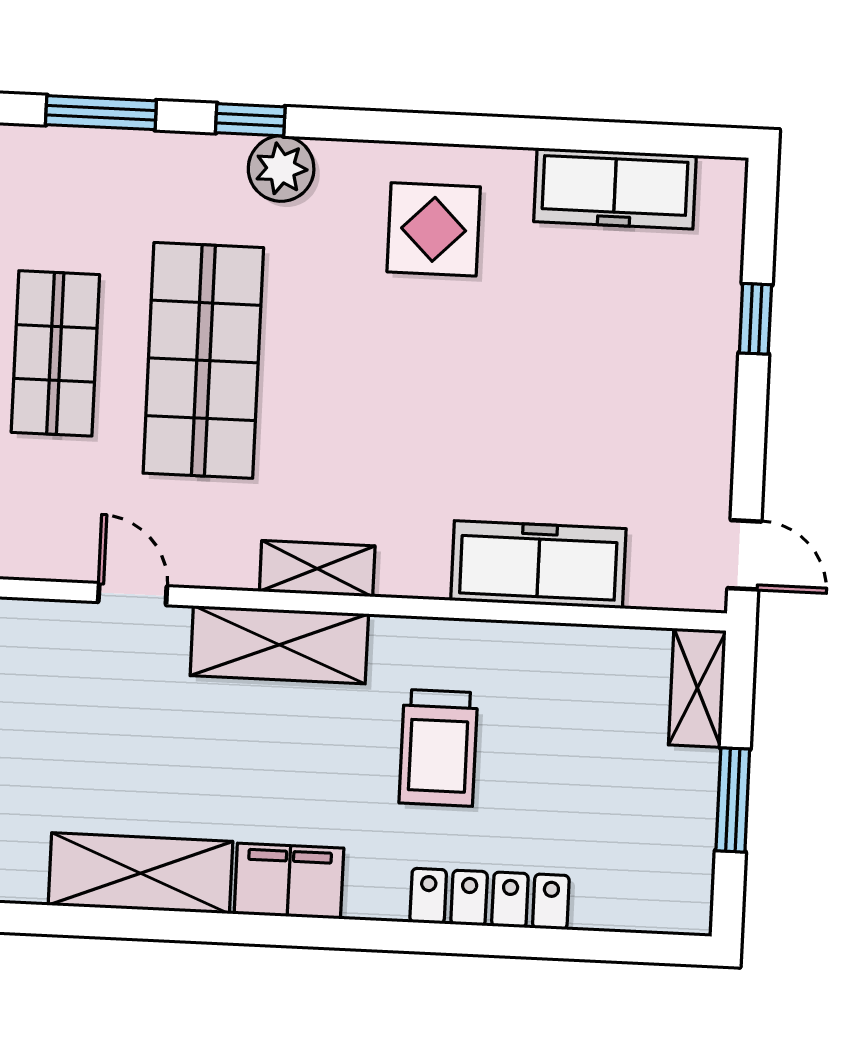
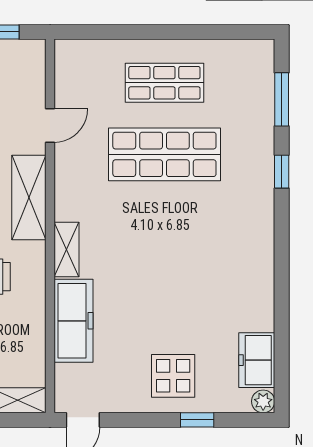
plant: (281, 169) -> (263, 401), moved, width x0.73, depth x0.73
freezer: (615, 188) -> (257, 360), width x0.71
display table: (434, 229) -> (173, 376), moved
shelving: (317, 569) -> (67, 250), moved

